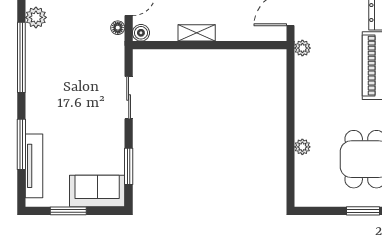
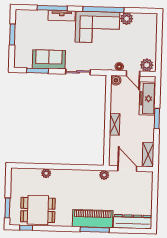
shelving: (197, 33) -> (115, 124), moved
corner sofa: (52, 67) -> (97, 27), added
tv unit: (34, 166) -> (62, 16), moved, width x0.71
sofa: (97, 191) -> (49, 59), moved, turned -90

